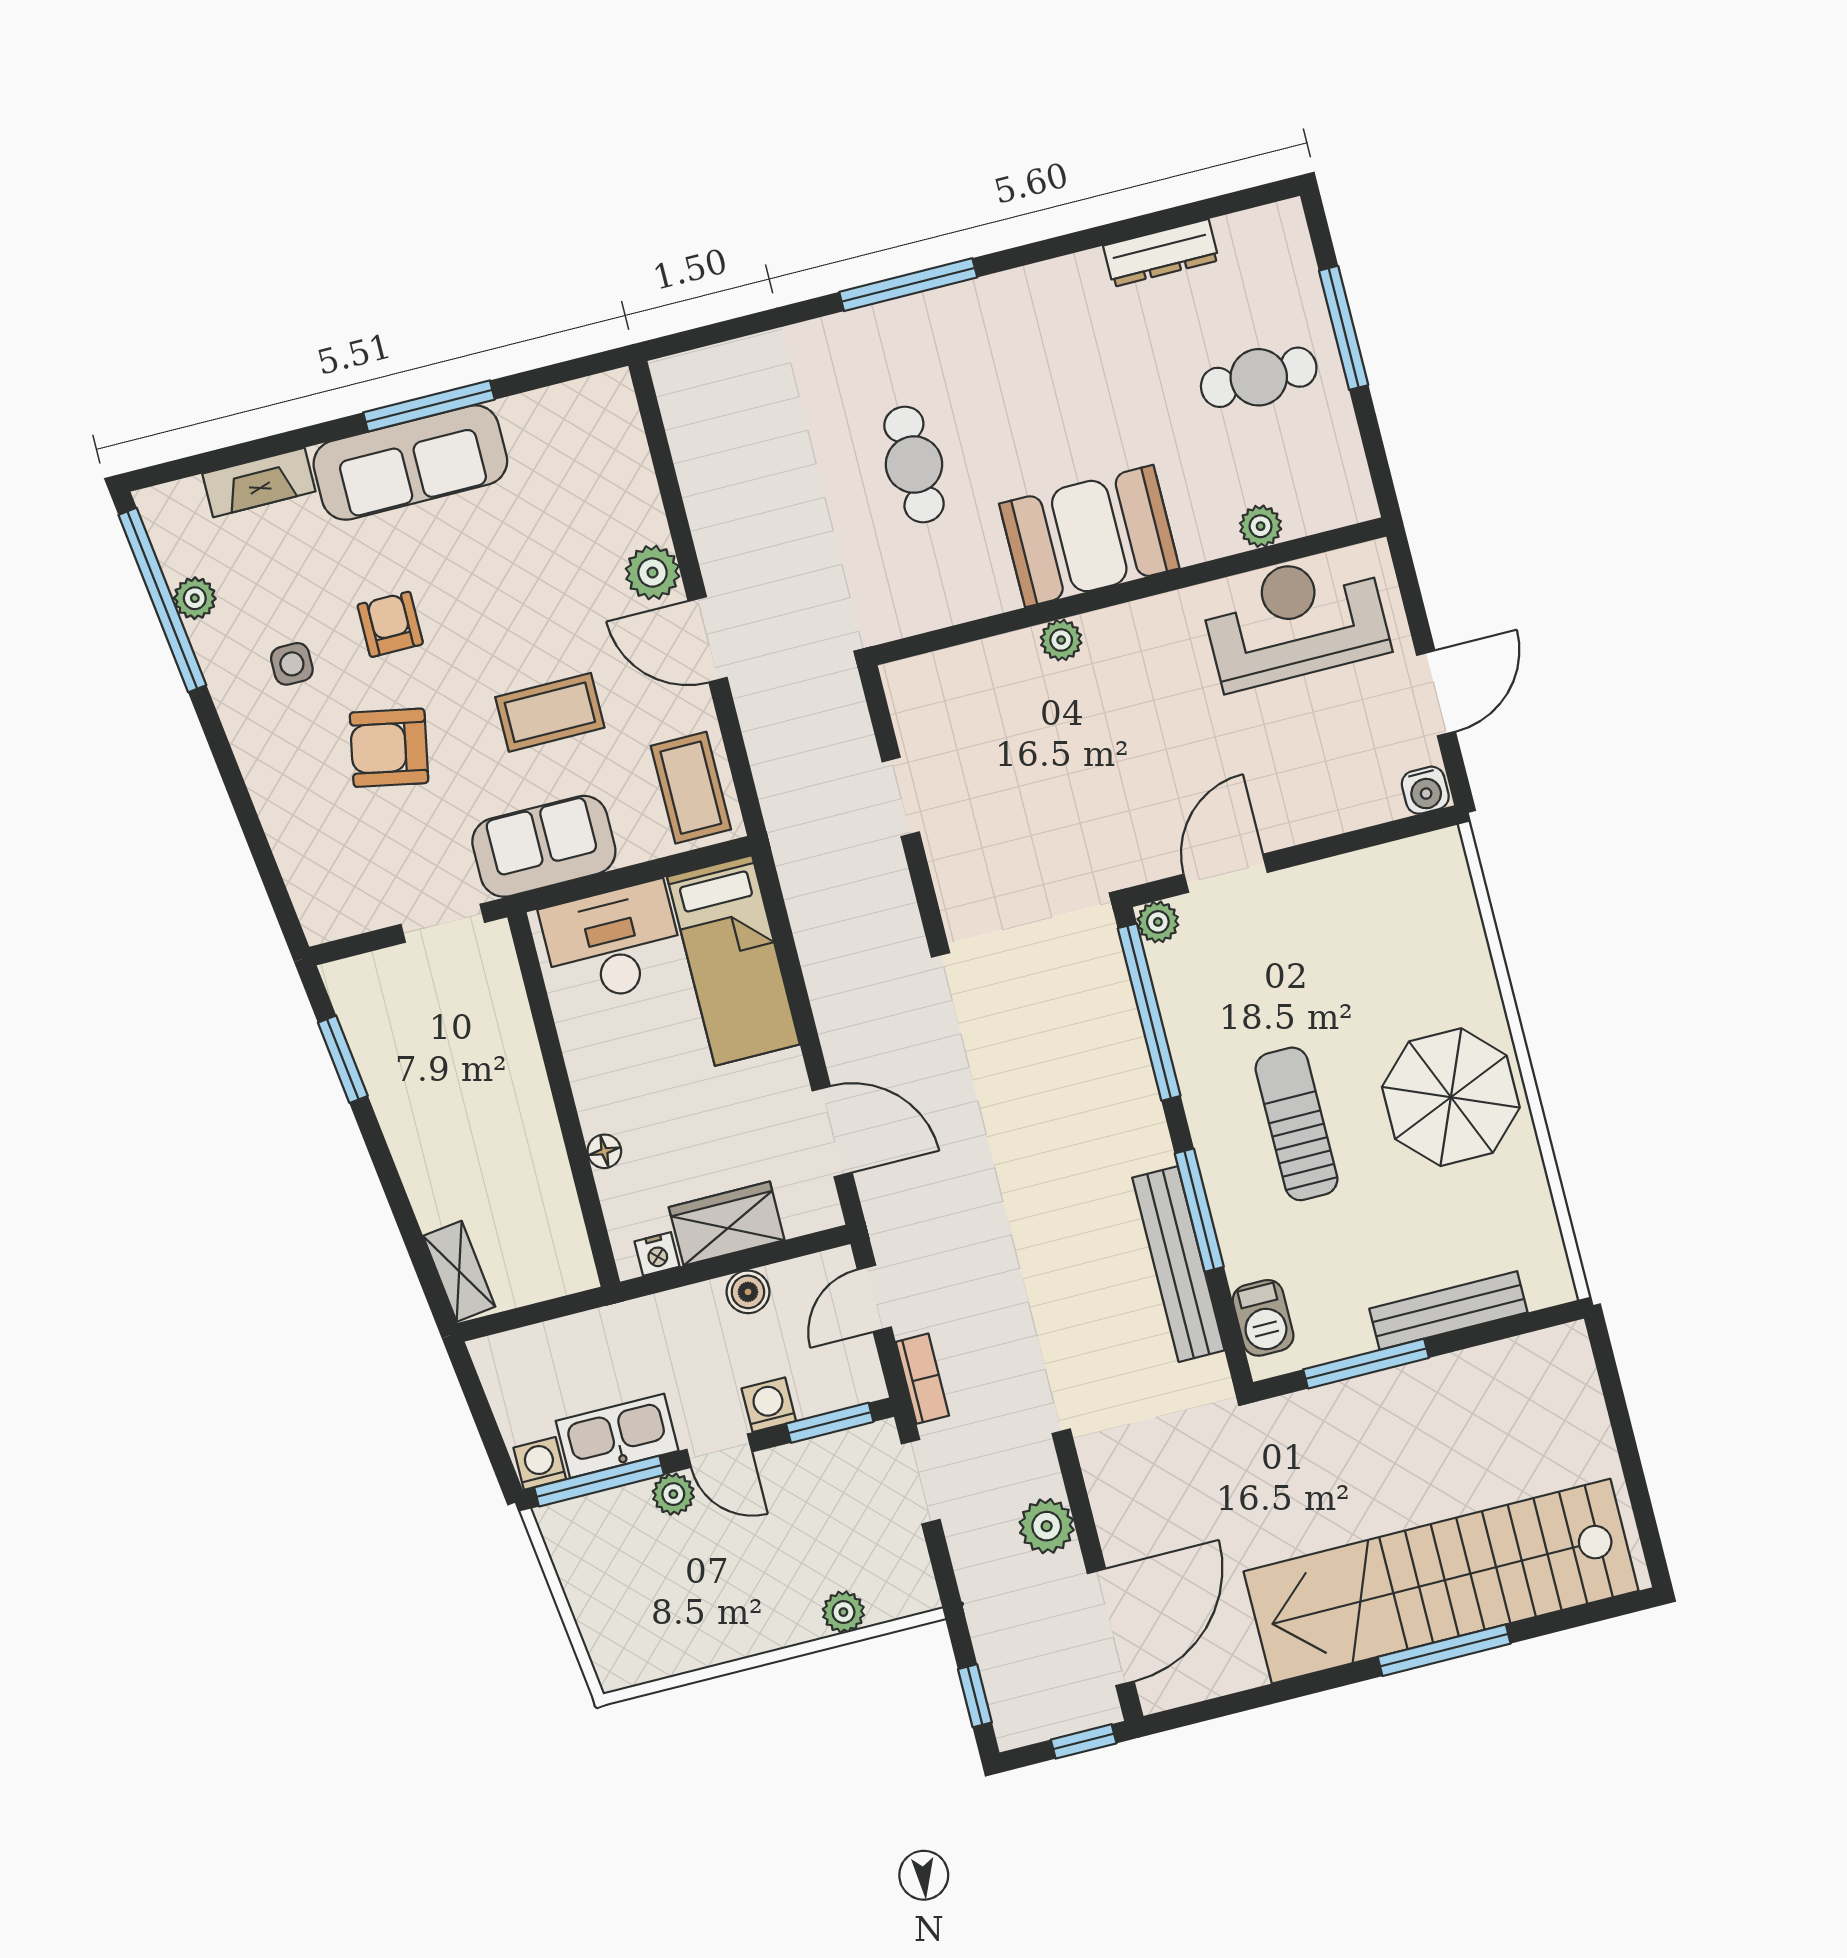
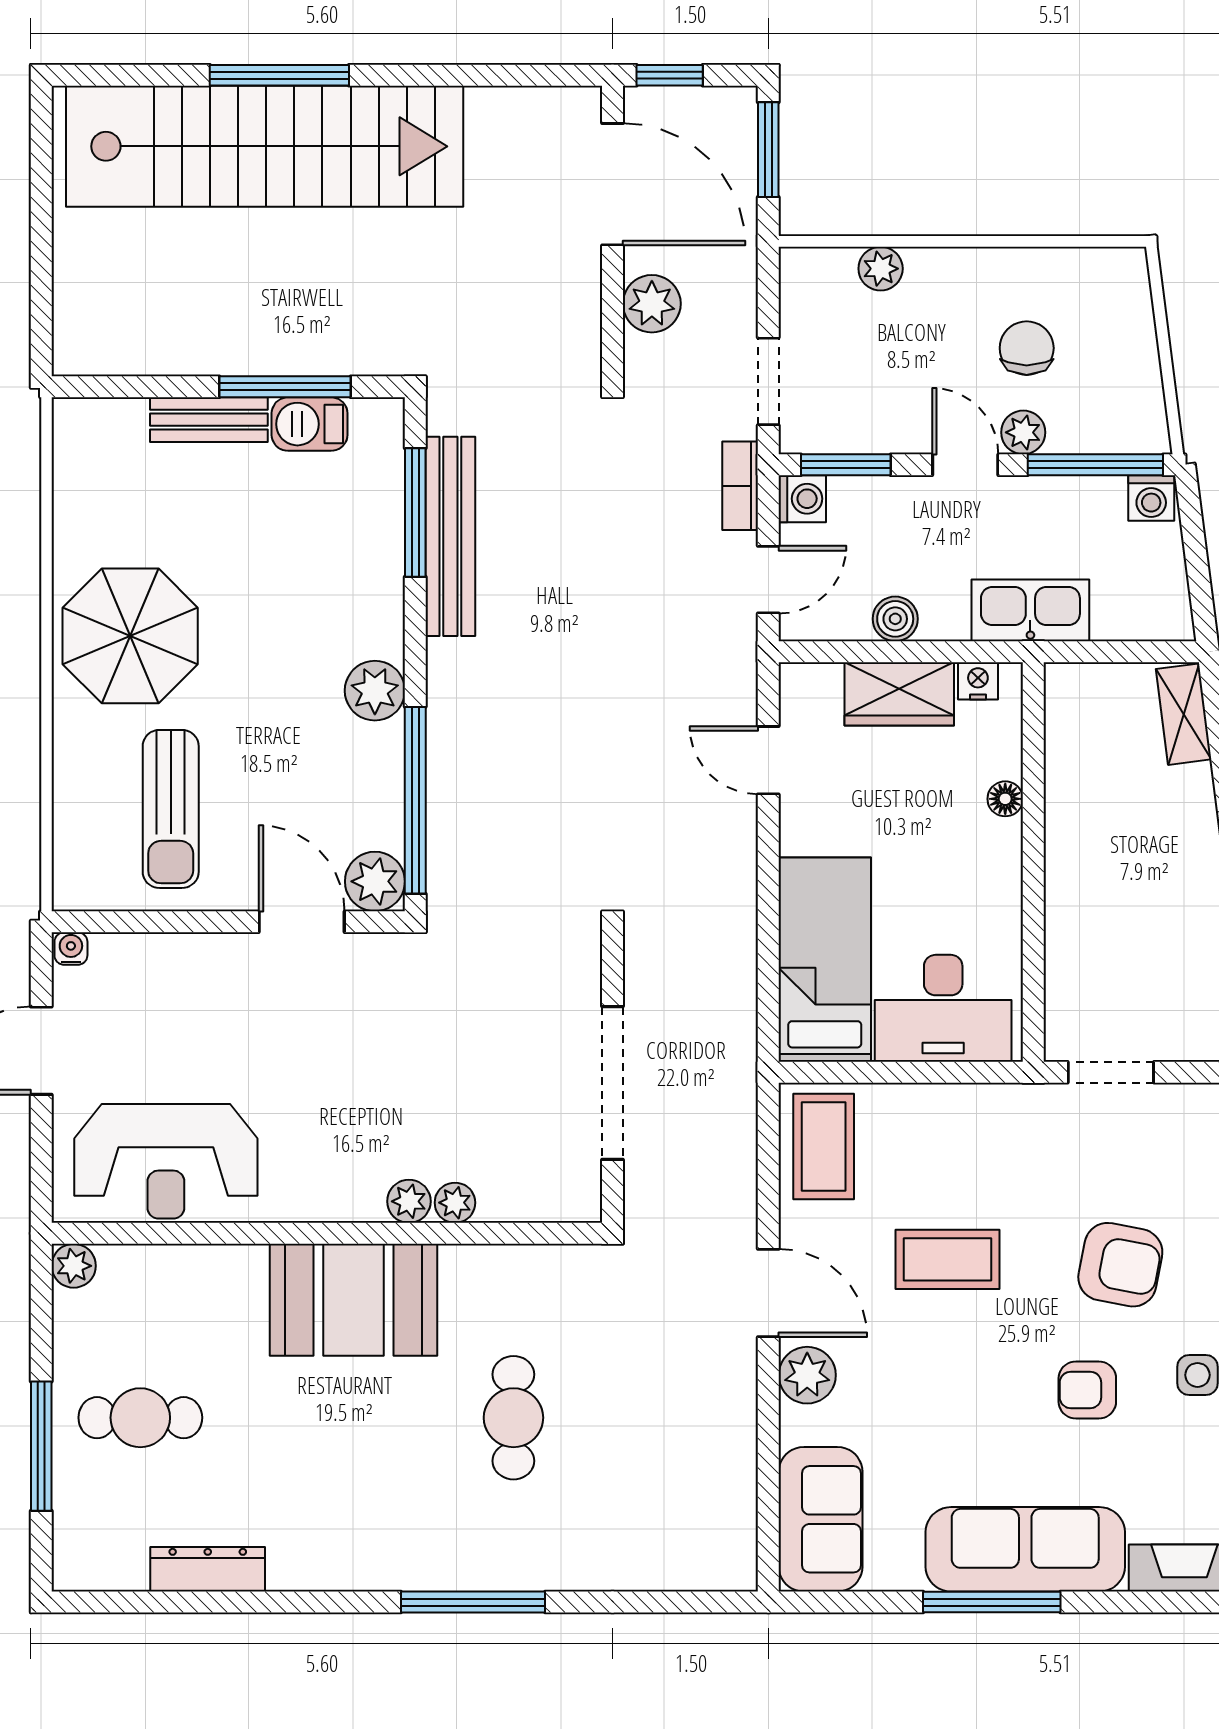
plant: (1261, 526) -> (74, 1266), moved
armchair: (390, 624) -> (1087, 1390), turned 90
plant: (1018, 649) -> (455, 1203), added
water cooler: (1425, 790) -> (71, 949), width x0.72, depth x0.72
doorway: (901, 797) -> (613, 1083), width x1.88
sofa: (544, 846) -> (821, 1519), moved, turned -90
door: (1226, 873) -> (302, 922), swing flipped
plant: (1158, 922) -> (375, 881), width x1.38, depth x1.38
plant: (1212, 1104) -> (375, 691), added
sun lounger: (1296, 1124) -> (171, 809), moved
door: (832, 1132) -> (768, 760), width x0.73
window: (1199, 1210) -> (415, 513), moved
bench: (1448, 1311) -> (209, 420), width x0.73
barbecue: (1263, 1318) -> (310, 424), moved, turned -90
washing machine: (769, 1405) -> (802, 499), moved, turned -90
kitchen sink: (617, 1436) -> (1030, 610), moved, turned 180
chair: (690, 1573) -> (1027, 348), added
door: (1111, 1627) -> (613, 184), swing flipped
window: (975, 1696) -> (768, 150), width x1.50

